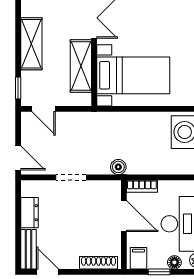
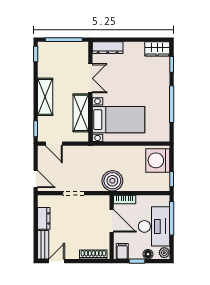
boiler: (118, 167) -> (112, 181), width x1.86, depth x1.86
door: (47, 272) -> (57, 261), hinge flipped

